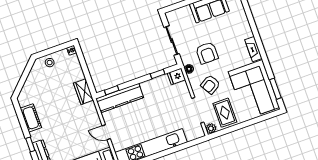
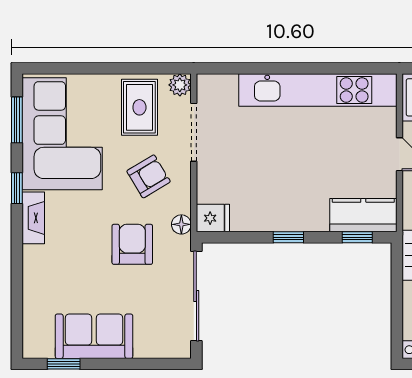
sliding door: (172, 41) -> (196, 296), width x1.37
window: (265, 59) -> (17, 188), added
window: (158, 74) -> (288, 237), moved
kitchen counter: (120, 98) -> (363, 215), width x0.67

